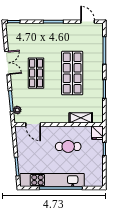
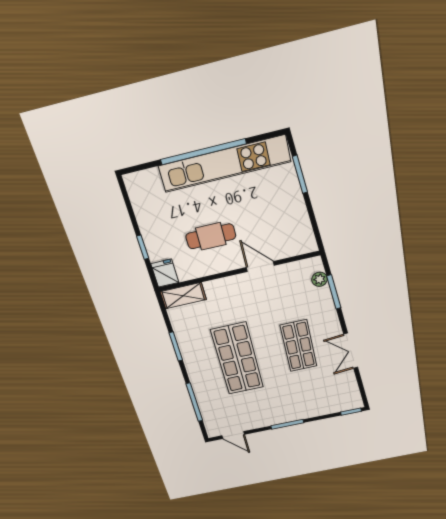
shelving: (81, 118) -> (183, 296), moved
door: (33, 124) -> (260, 266), moved

